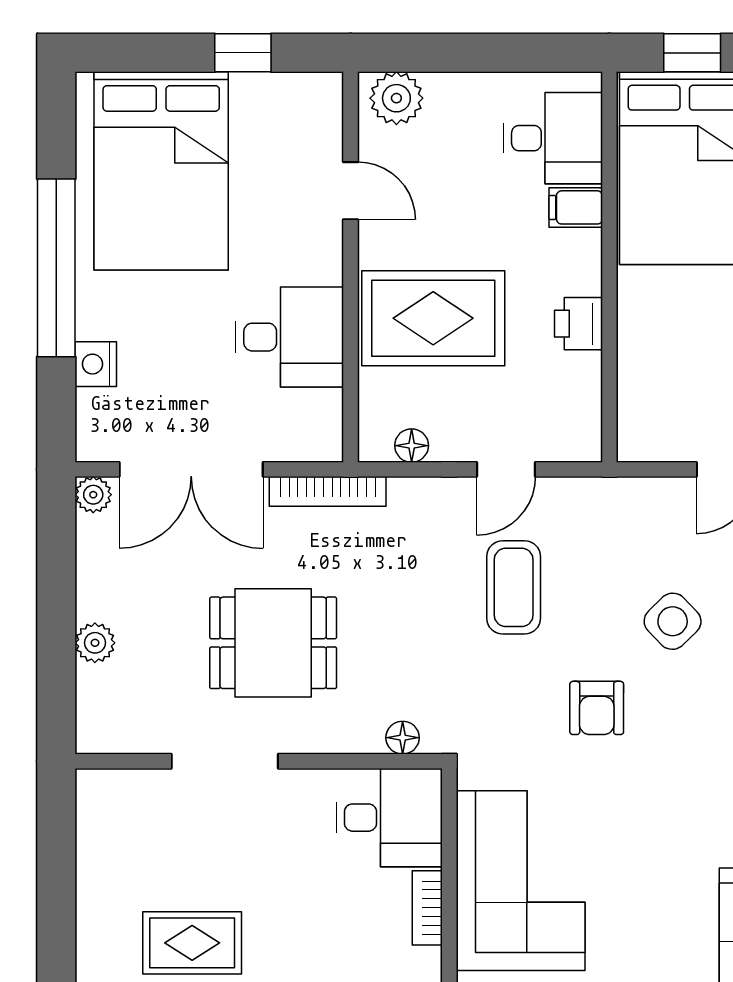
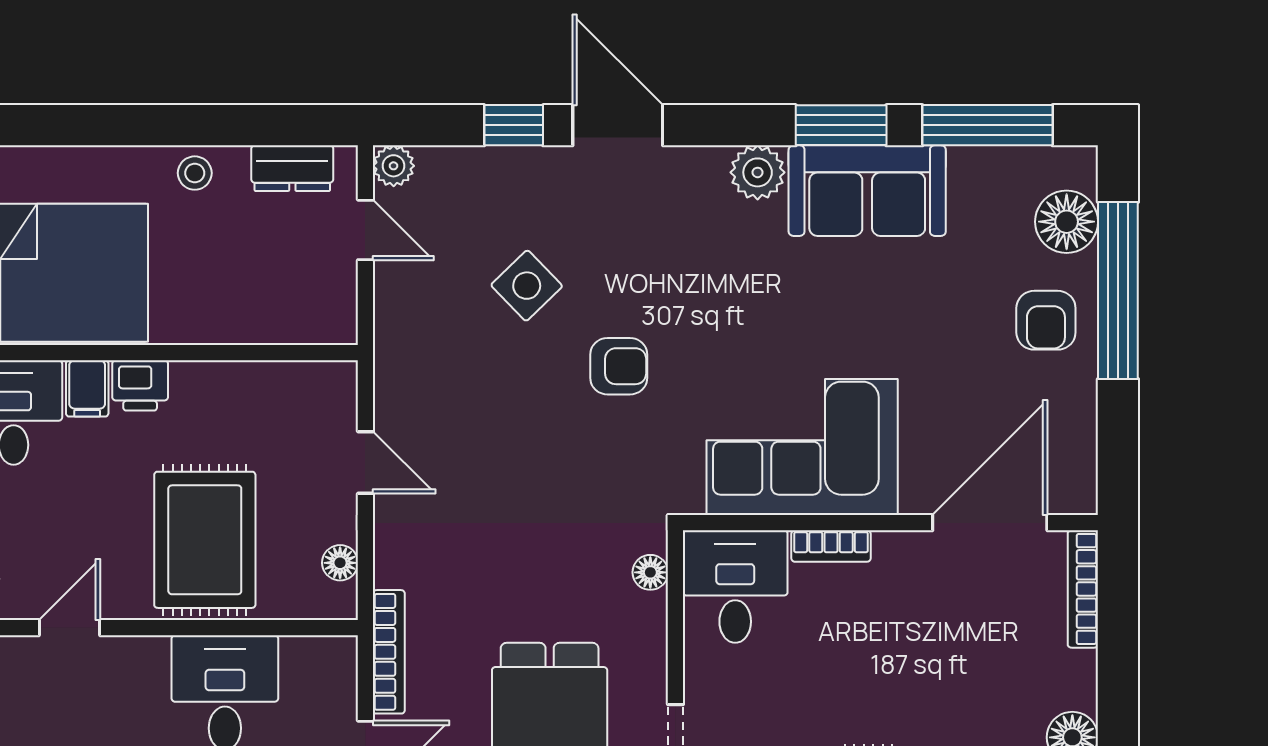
printer: (579, 324) -> (140, 385), moved
coffee table: (514, 587) -> (491, 454), removed

